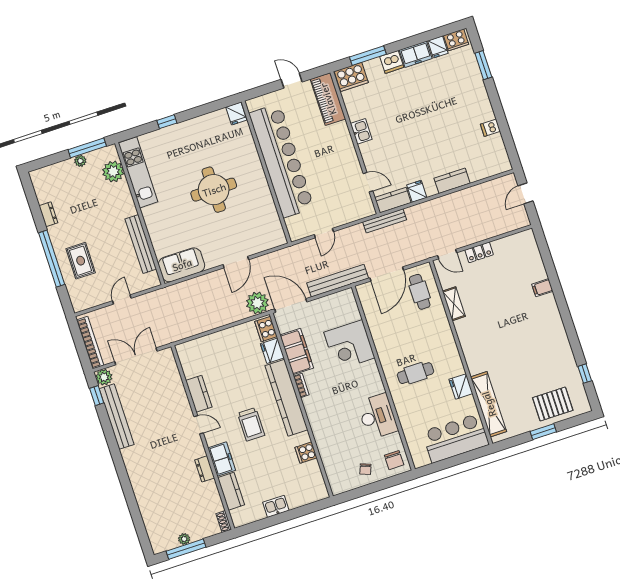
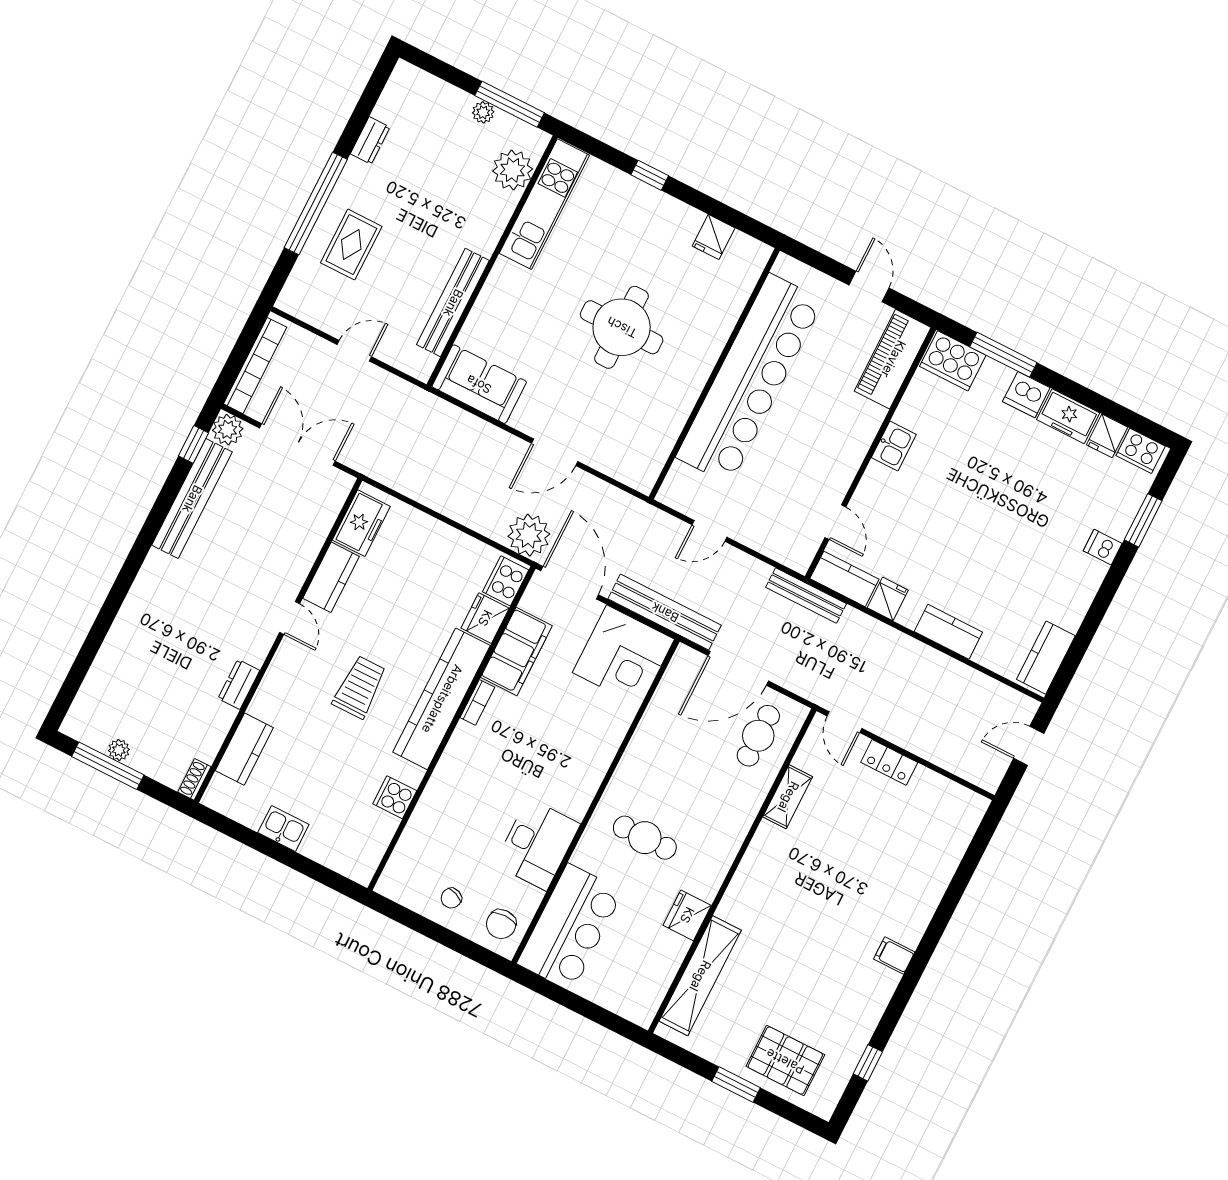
fridge: (236, 114) -> (714, 237), moved
dishwasher: (490, 128) -> (1103, 547), moved
kitchen counter: (499, 154) -> (1046, 658), added
filing cabinet: (542, 288) -> (894, 956), moved
corner desk: (349, 345) -> (623, 656), moved, turned -90
trolley: (251, 424) -> (360, 687), turned 180
bar counter: (456, 438) -> (570, 927), moved, turned 90
freezer: (222, 459) -> (361, 523), moved

